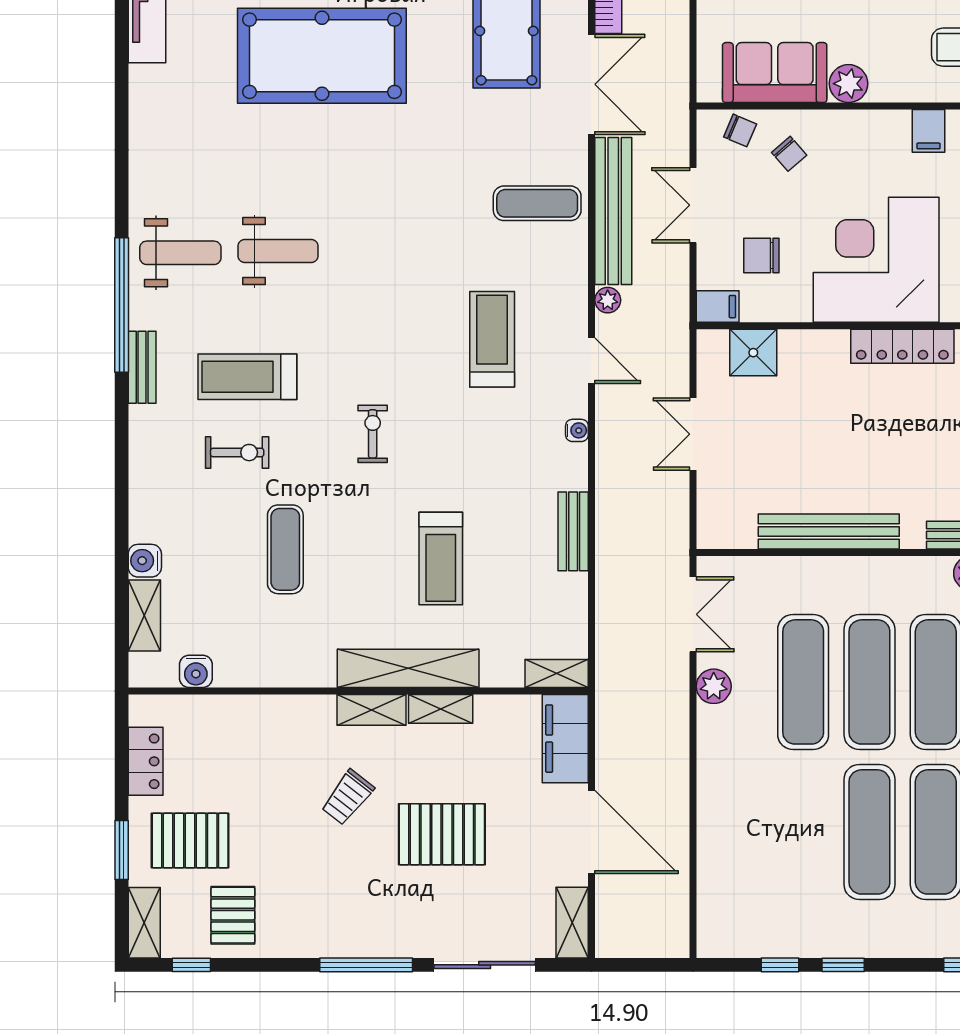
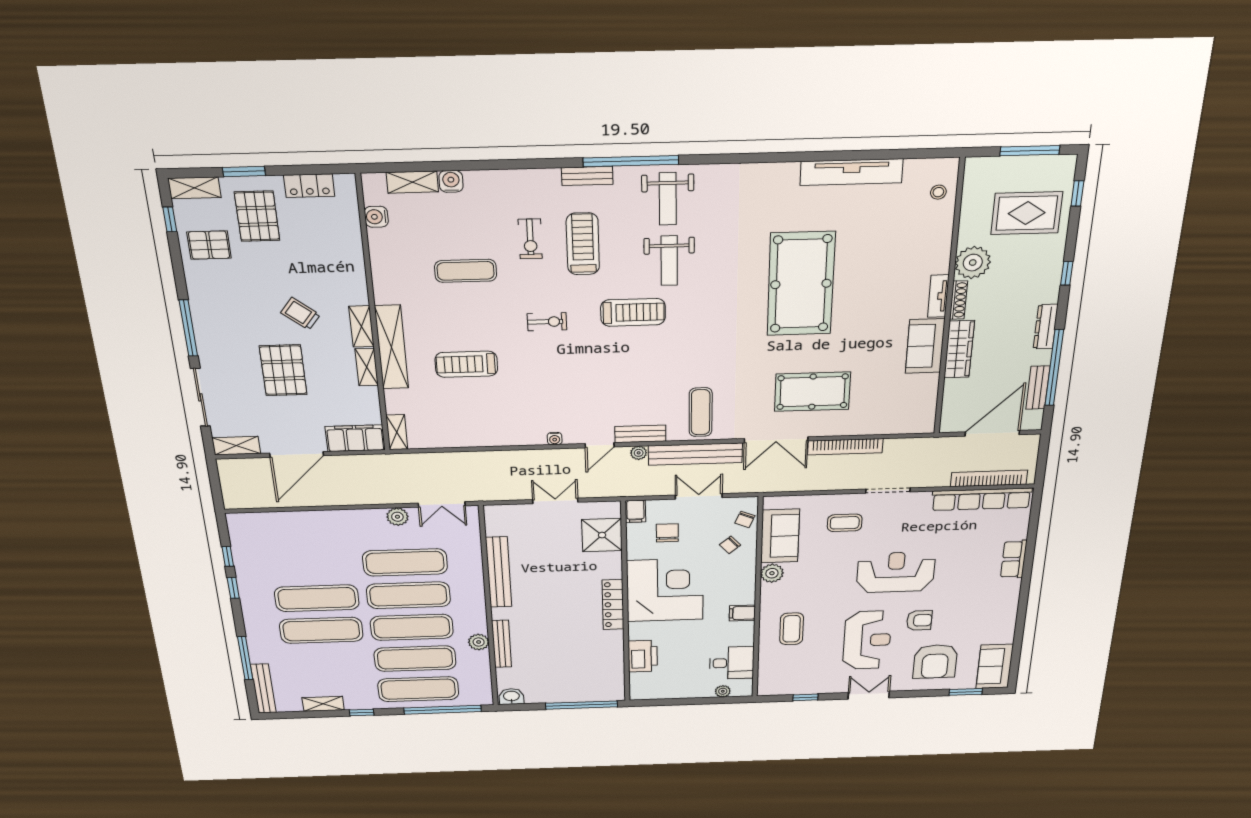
treadmill: (492, 339) -> (633, 312), moved
shower: (753, 353) -> (602, 535), width x1.36, depth x1.36
bench: (573, 531) -> (640, 434), moved

